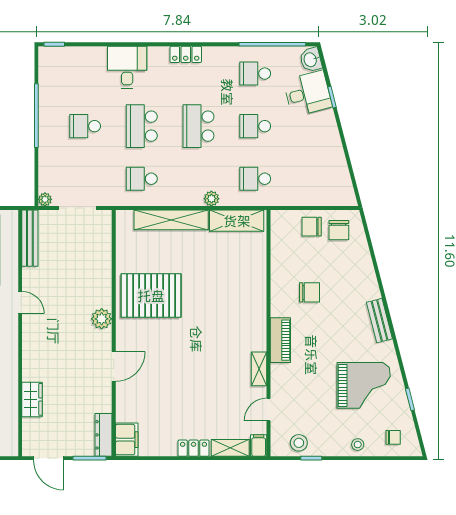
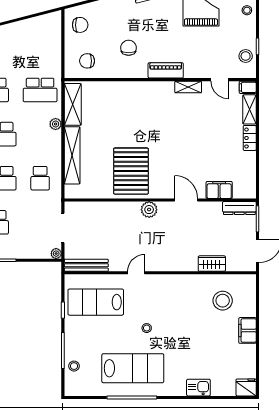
school desk: (255, 179) -> (40, 90), width x1.85
chair: (312, 227) -> (87, 61), moved, turned 90
filing cabinet: (127, 440) -> (219, 190), moved

